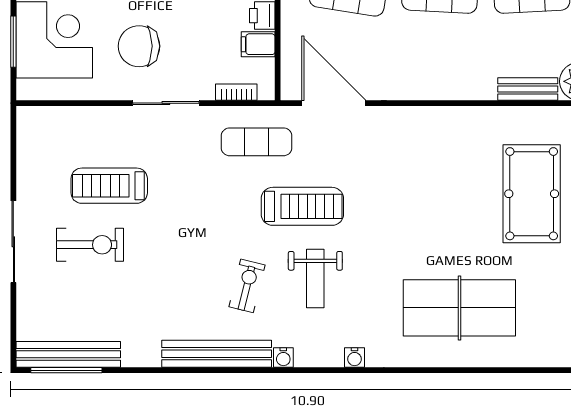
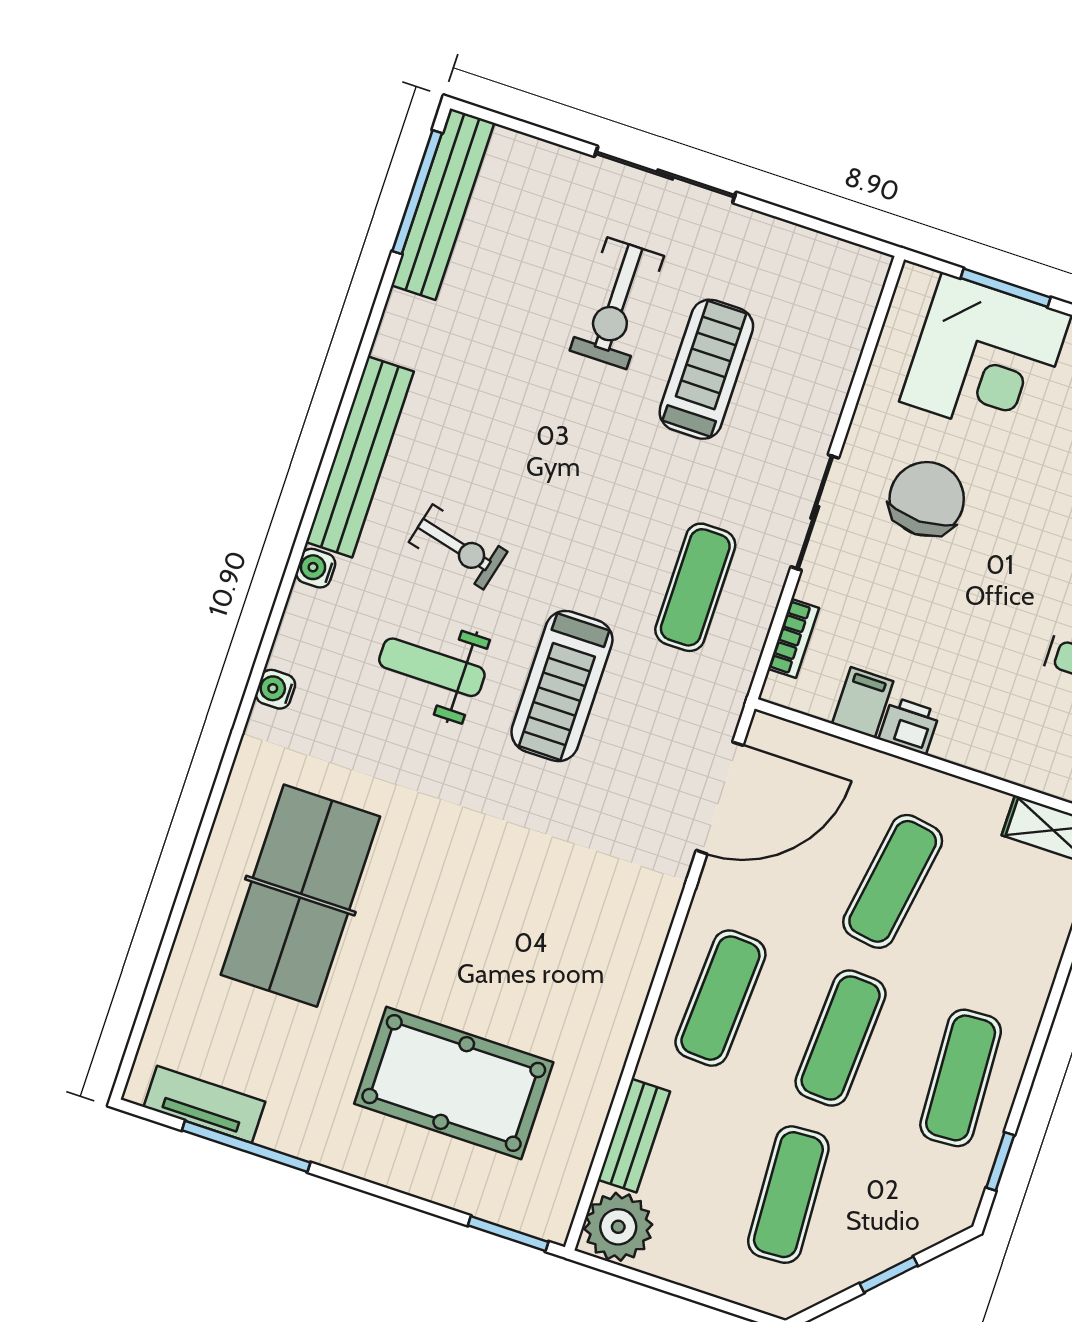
exercise mat: (440, 67) -> (720, 998), added
exercise mat: (257, 142) -> (695, 587), moved

